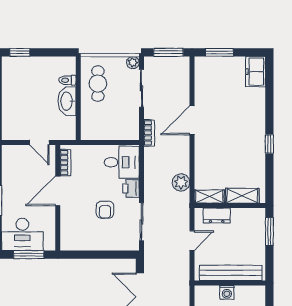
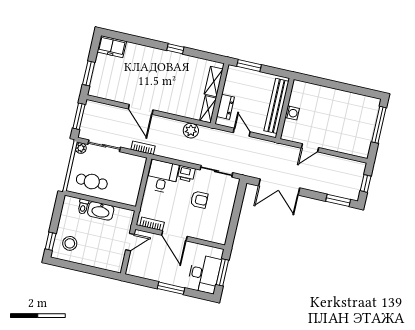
stool: (22, 75) -> (70, 243), added

